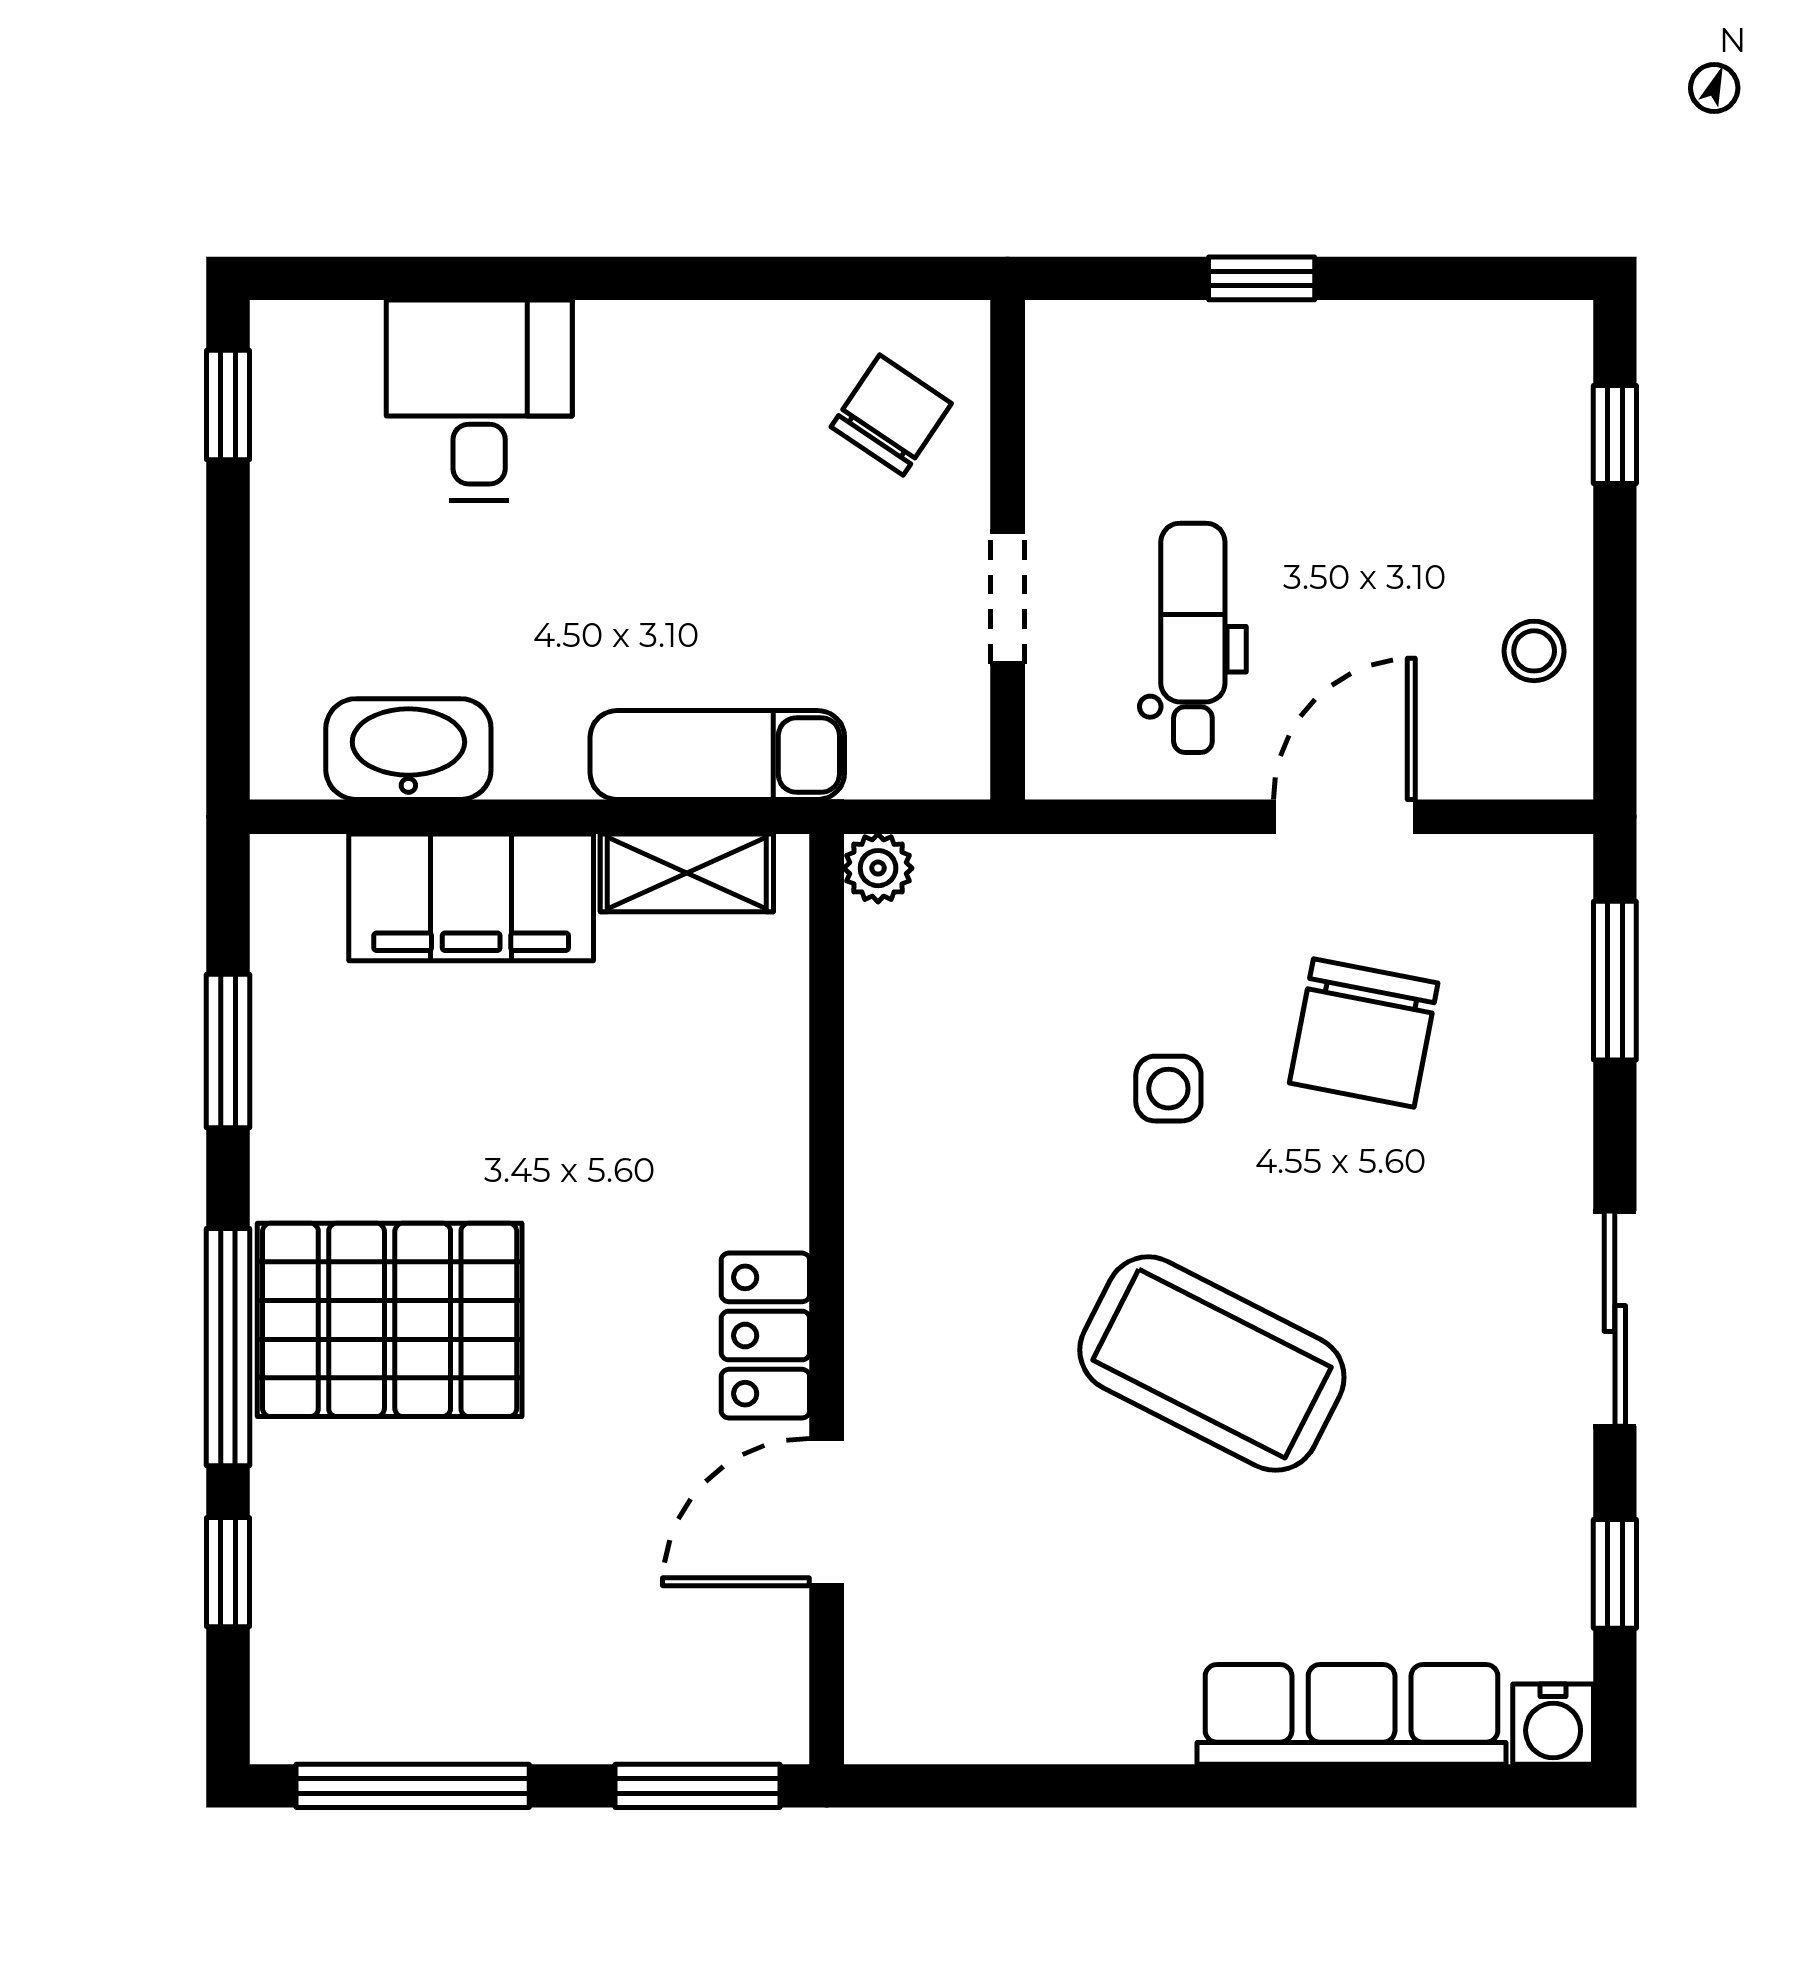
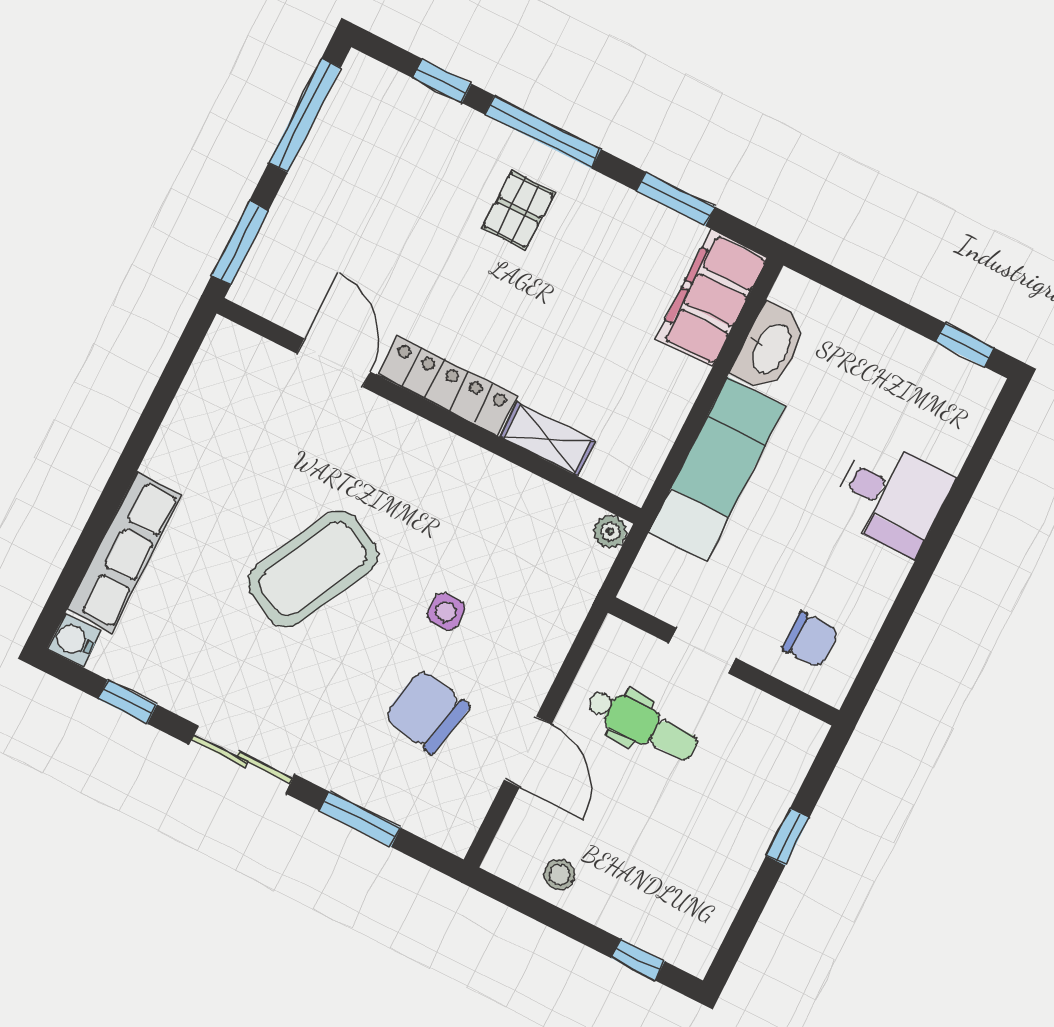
desk: (479, 400) -> (891, 496), moved
chair: (891, 415) -> (810, 640), turned -34
exam couch: (717, 755) -> (717, 469), width x1.36, depth x1.45
shelving: (687, 873) -> (547, 439), moved, turned 90
filing cabinet: (471, 897) -> (712, 298), moved
window: (1615, 981) -> (360, 819), moved
pallet: (390, 1320) -> (518, 210), width x0.49, depth x0.50
locker: (765, 1336) -> (447, 386), width x1.53

